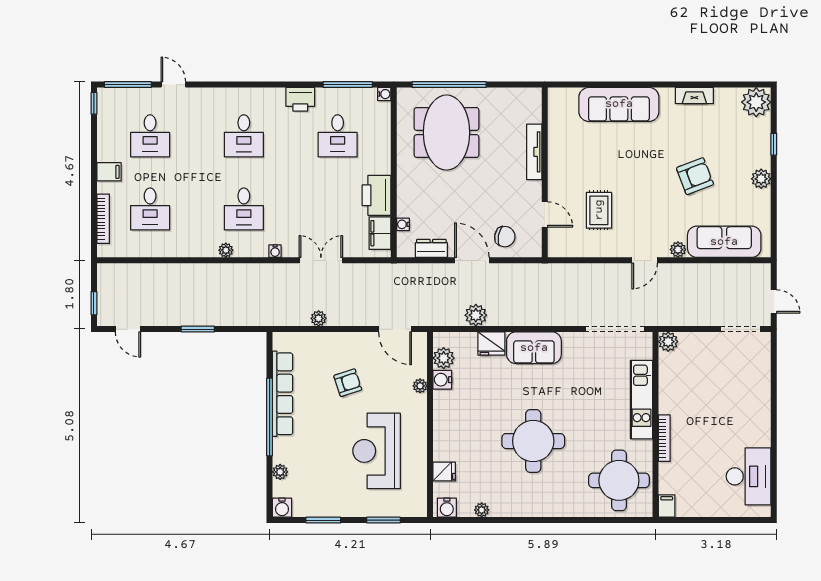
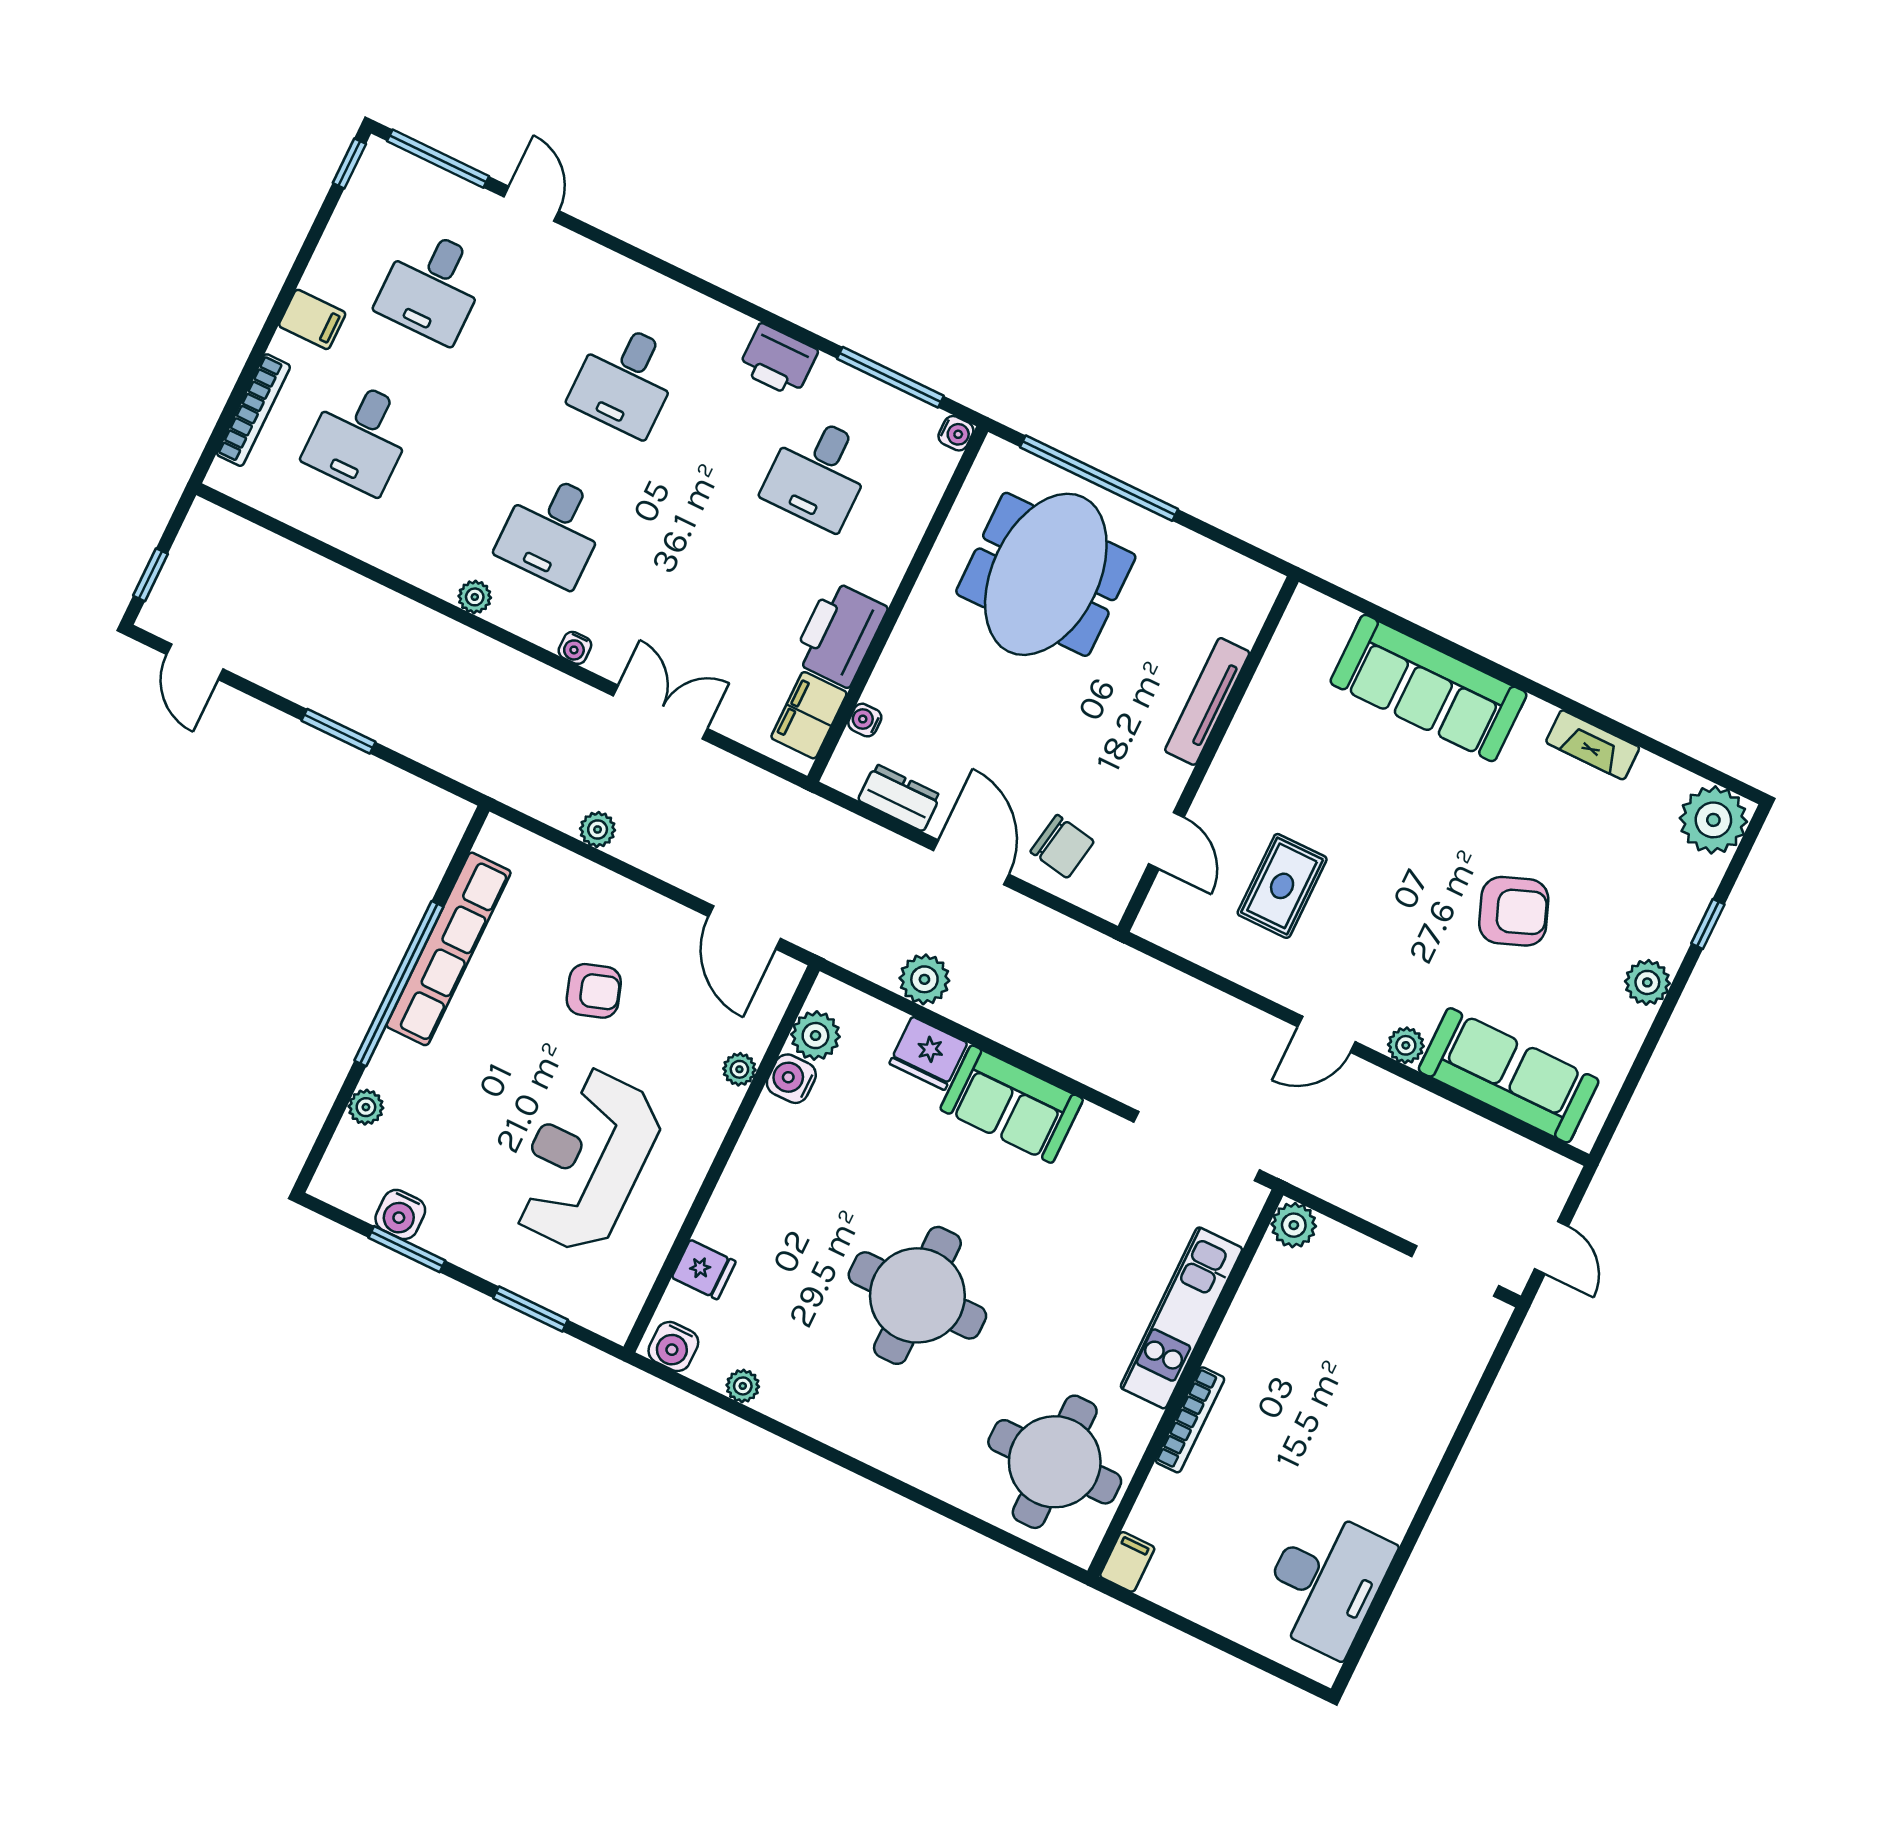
water cooler: (282, 508) -> (400, 1214), moved

